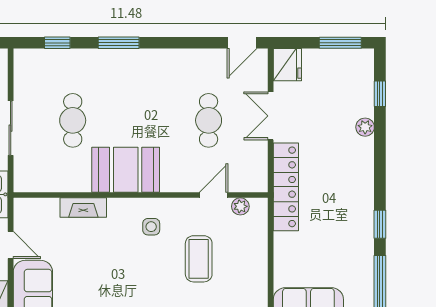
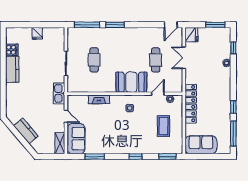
window: (57, 43) -> (87, 25), width x2.17
booth: (126, 170) -> (131, 82), moved
locker: (286, 187) -> (191, 104), moved
coffee table: (199, 259) -> (164, 126), moved

